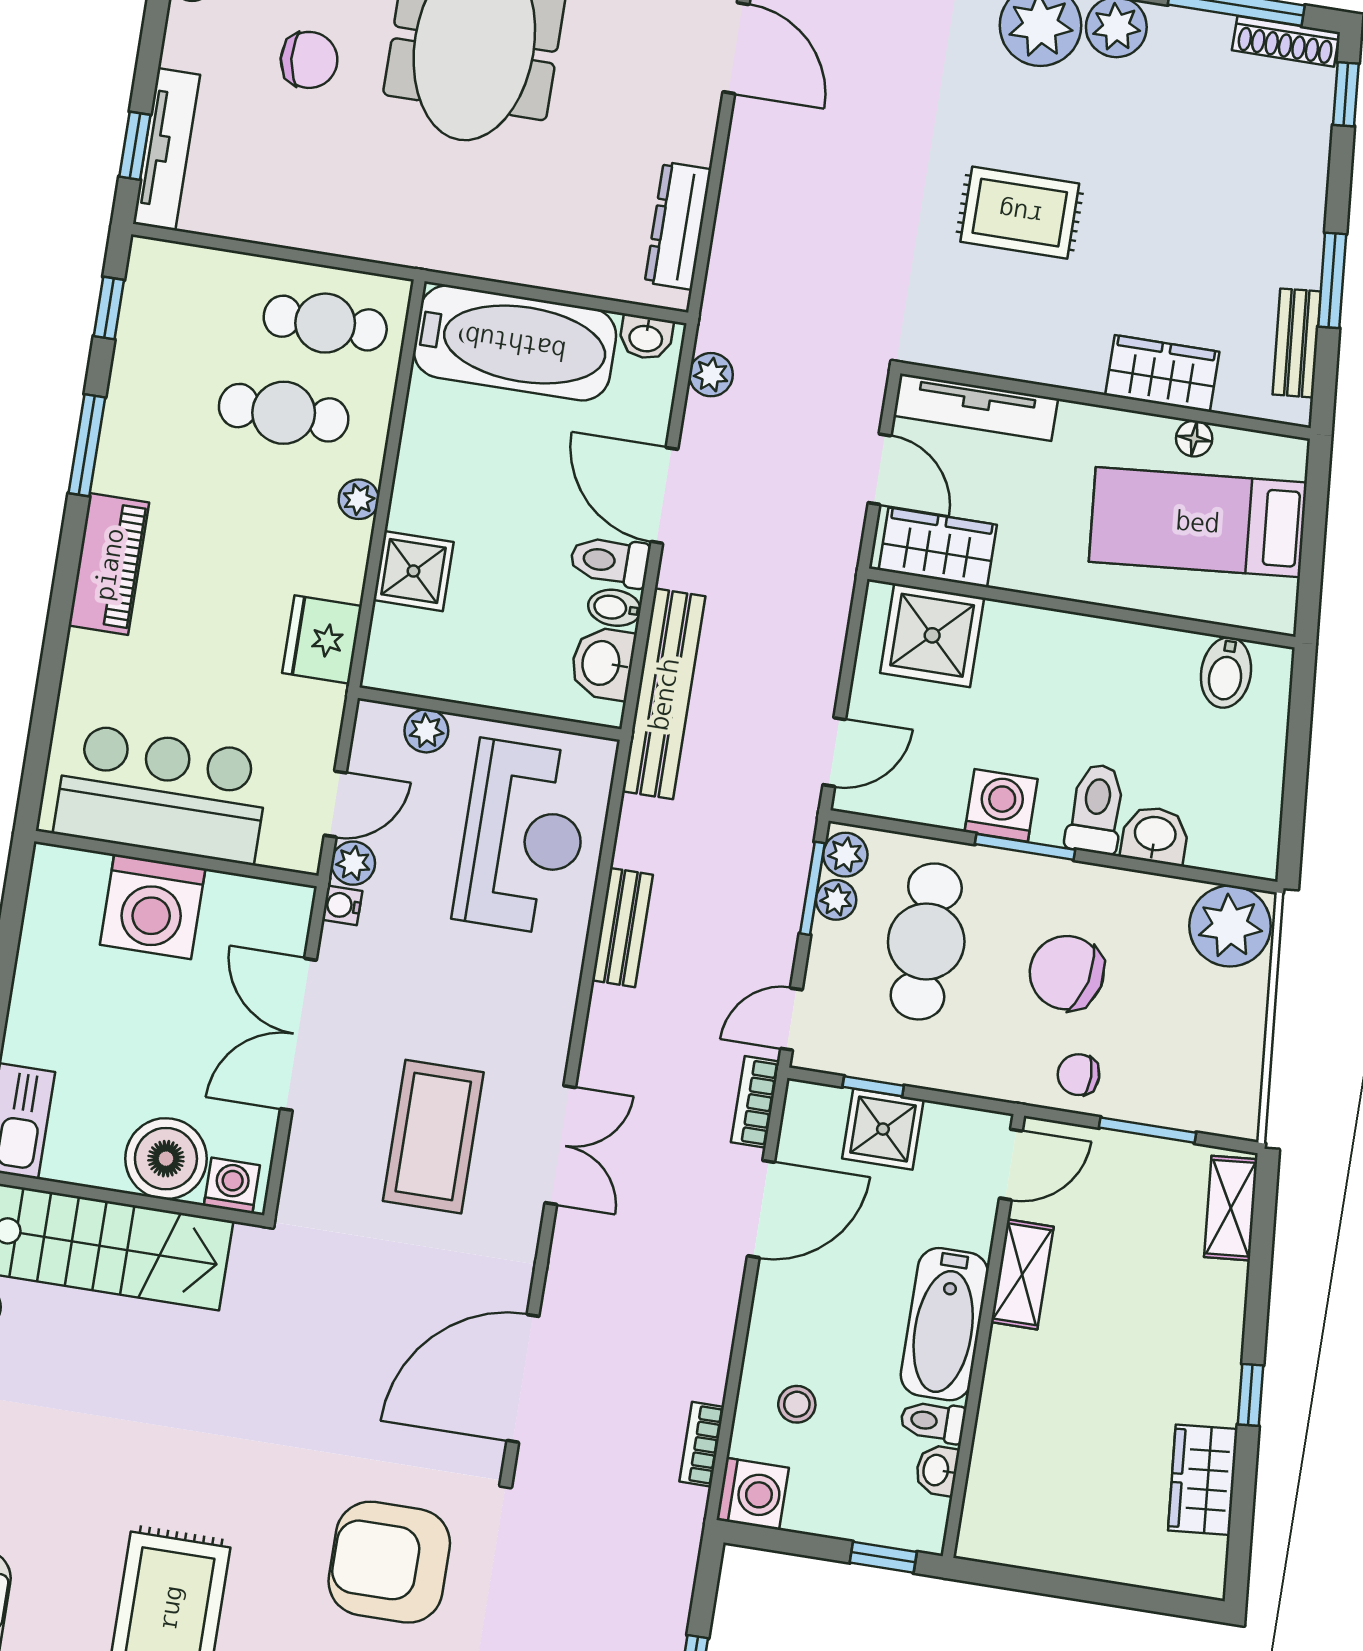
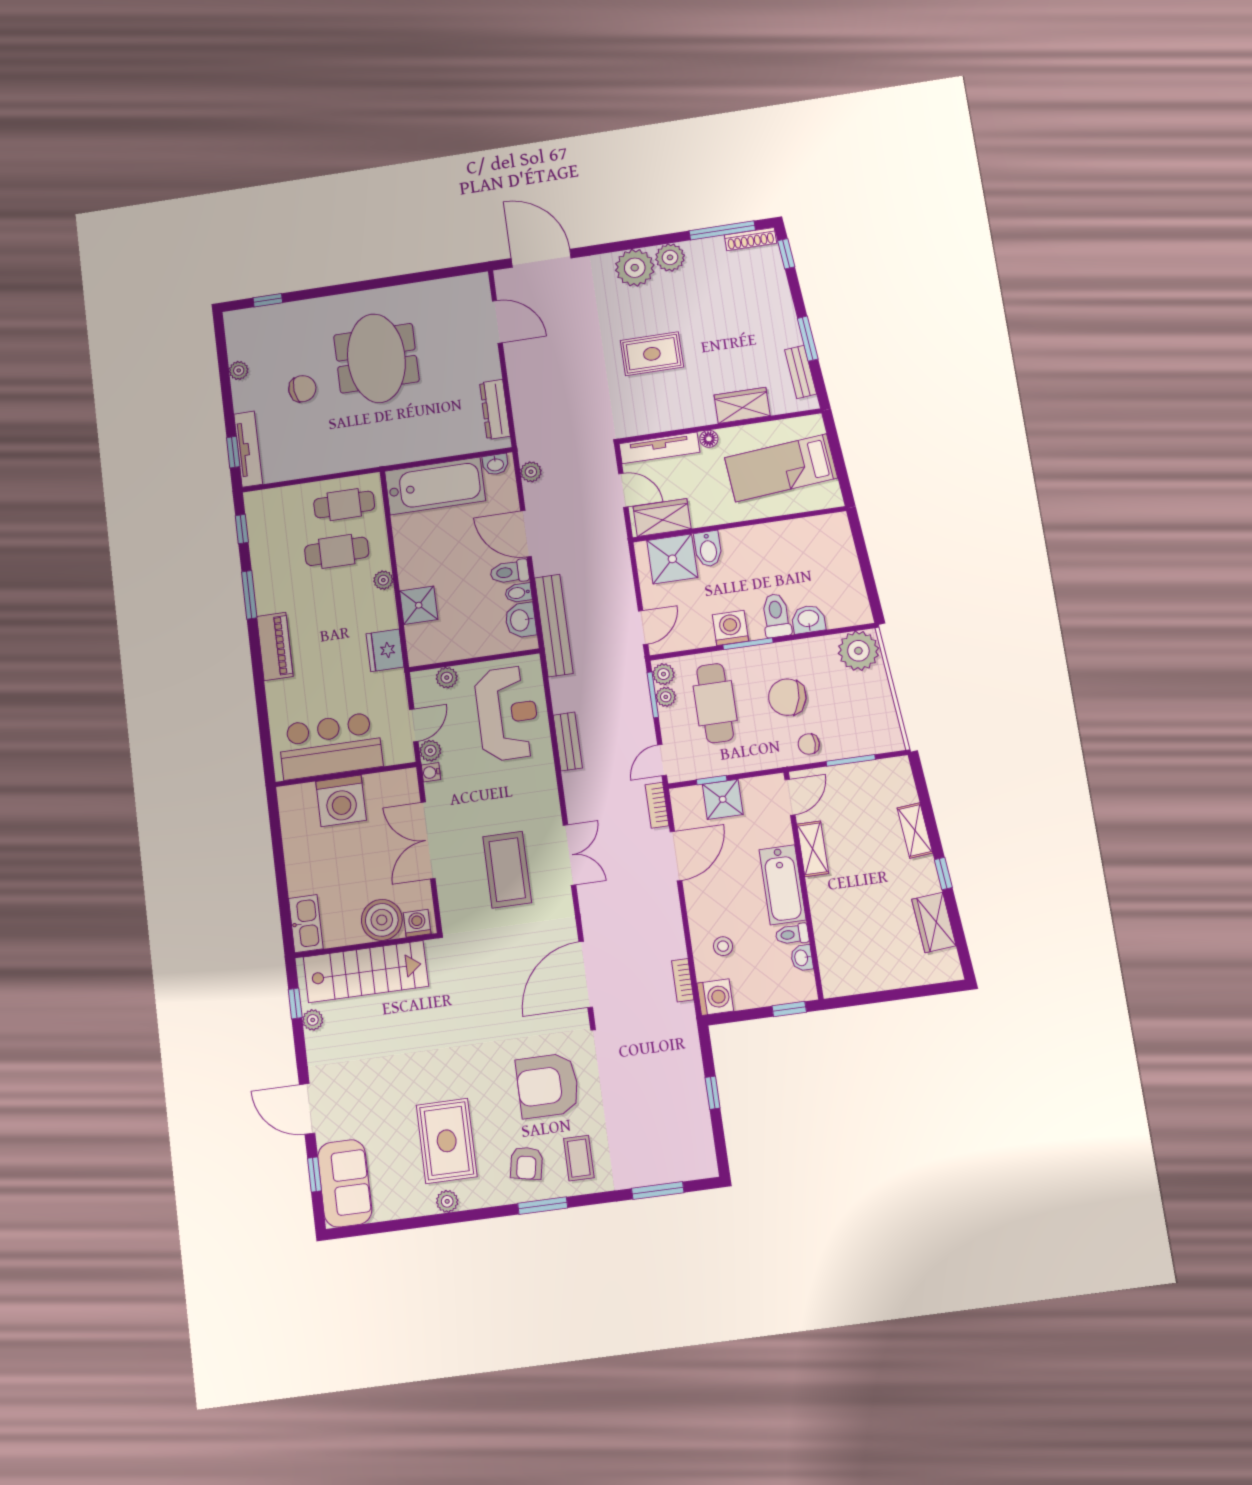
floor lamp: (1194, 439) -> (709, 439), moved
bidet: (1226, 672) -> (708, 549), moved
shelving: (1231, 1208) -> (915, 830), moved

